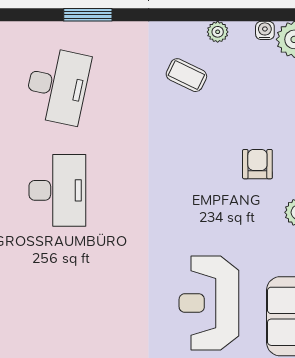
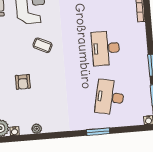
coffee table: (186, 75) -> (43, 45), moved
armchair: (257, 164) -> (23, 82), moved

